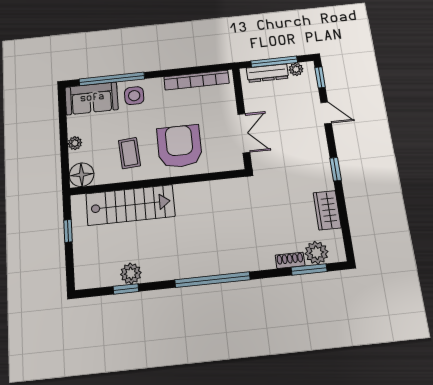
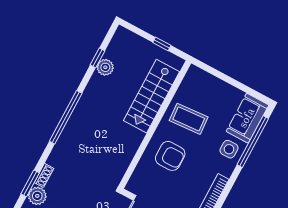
plant: (75, 143) -> (222, 86), removed
armchair: (180, 146) -> (170, 156), width x0.73, depth x0.73
coffee table: (129, 153) -> (189, 119), width x1.36, depth x1.30
floor lamp: (82, 175) -> (195, 77), removed

